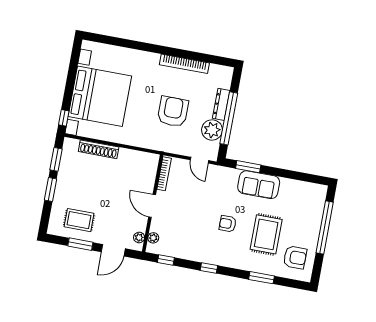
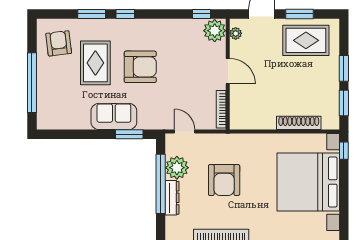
rug: (79, 220) -> (306, 40), width x1.36, depth x1.43
armchair: (228, 224) -> (140, 67), width x1.88, depth x1.88
plant: (153, 238) -> (215, 31), width x1.87, depth x1.87
armchair: (295, 257) -> (59, 43), turned 83
window: (209, 268) -> (125, 14), moved

